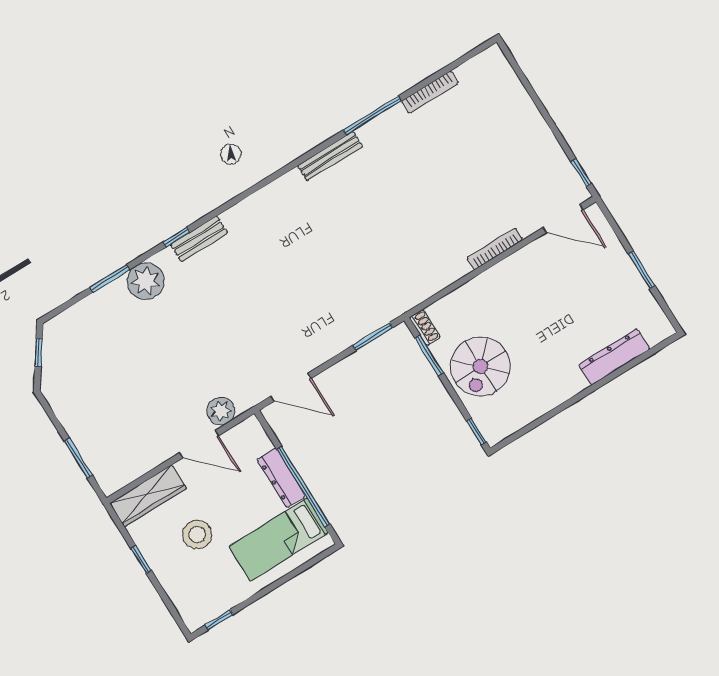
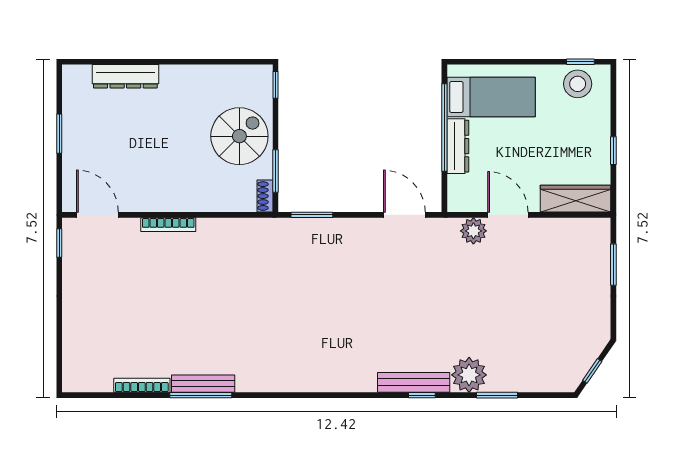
bench: (330, 156) -> (203, 384), moved
bench: (199, 239) -> (414, 382), width x1.36
stool: (197, 535) -> (578, 84), moved

